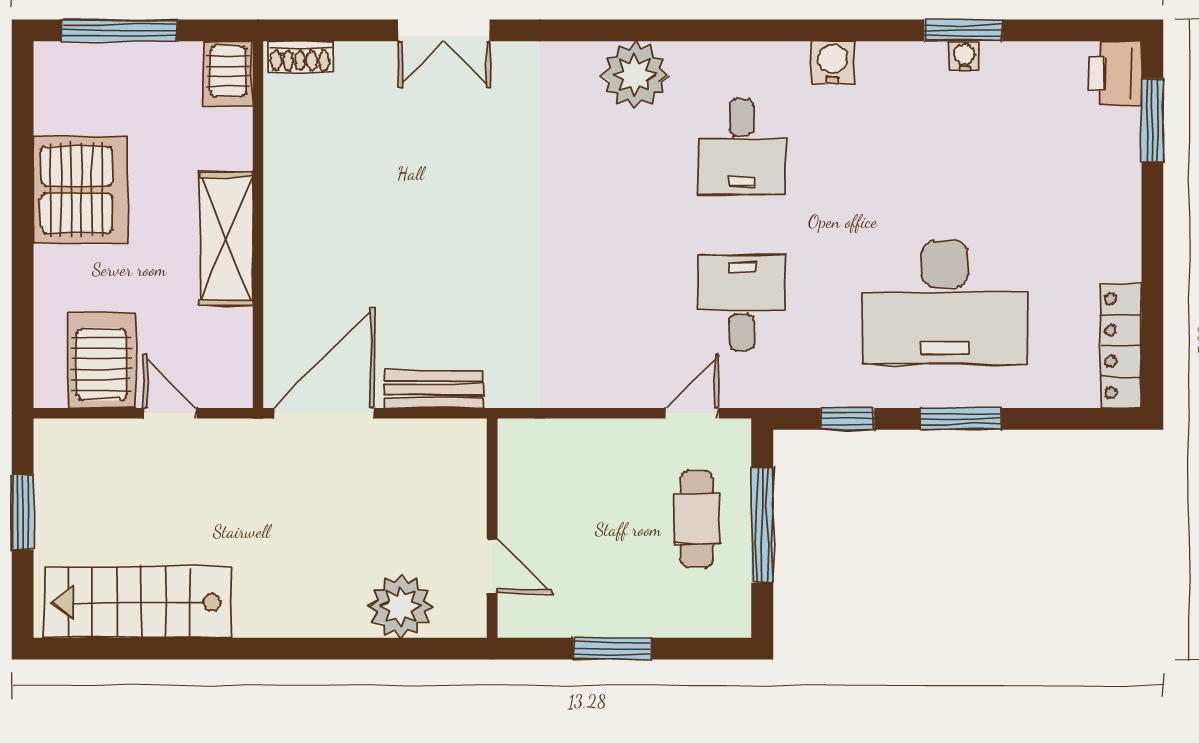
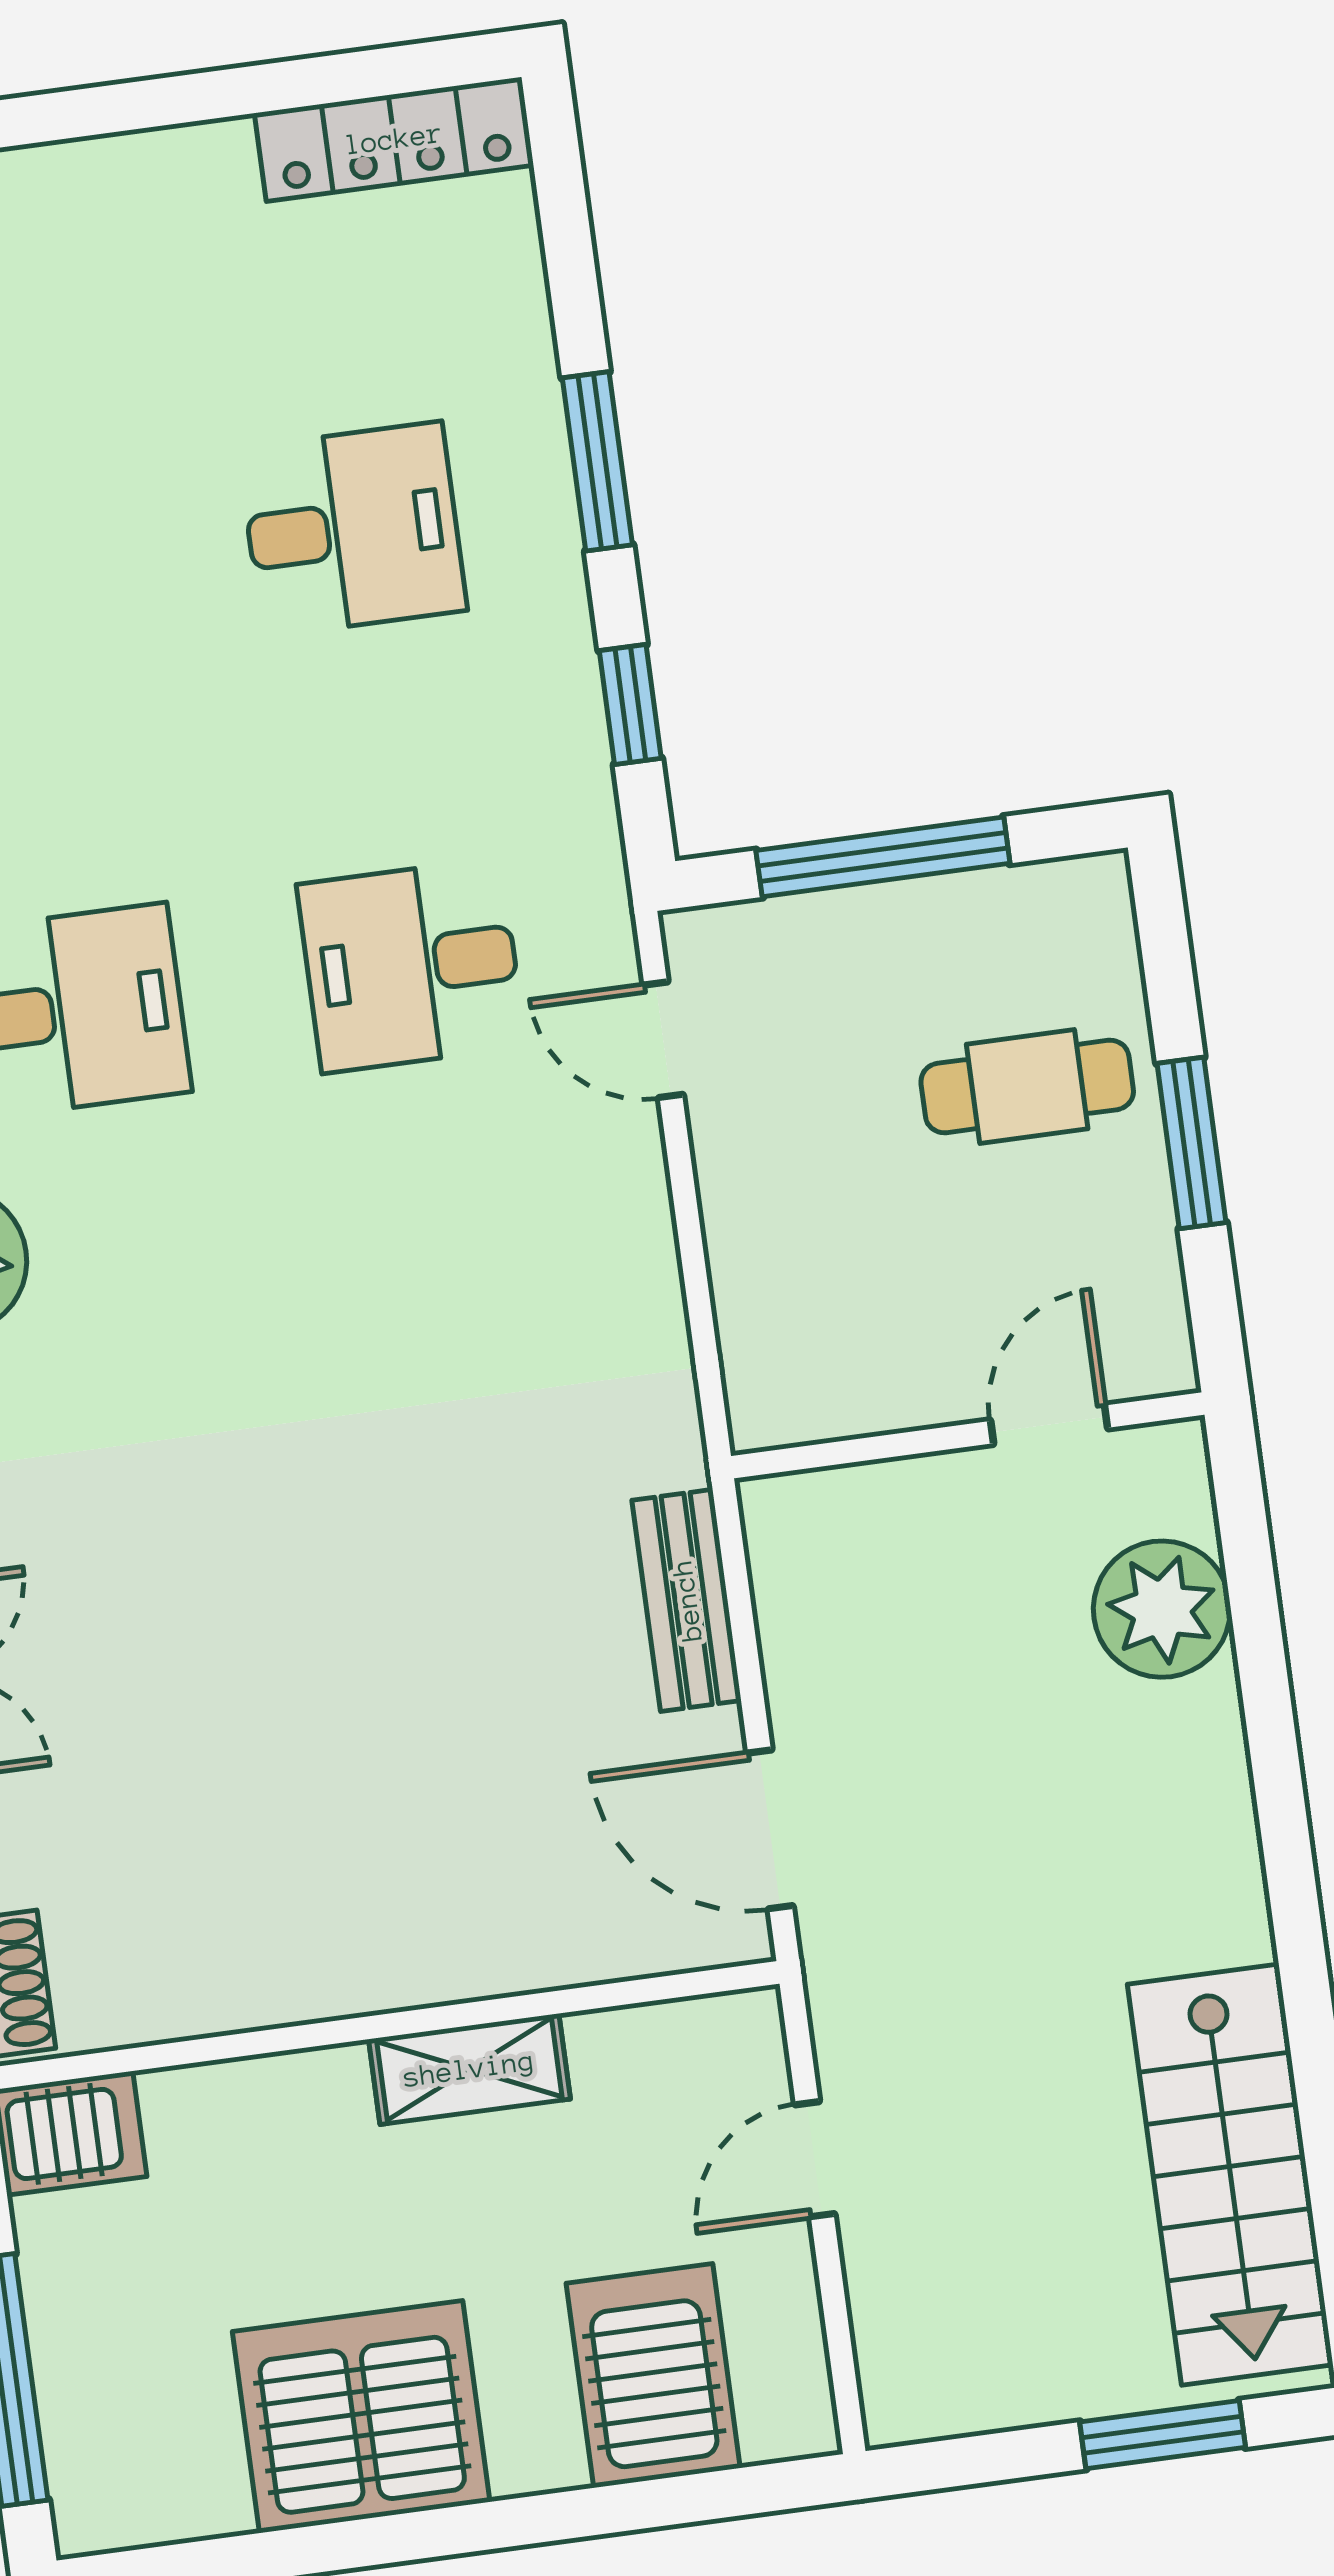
shelving: (226, 239) -> (469, 2069), width x0.67, depth x0.75
desk: (945, 302) -> (352, 529), width x0.53, depth x0.77
server rack: (102, 360) -> (653, 2376), moved, turned 90
door: (324, 413) -> (770, 1829), width x0.73
window: (23, 512) -> (1163, 2435), moved
cafe table: (697, 519) -> (1027, 1087), moved

